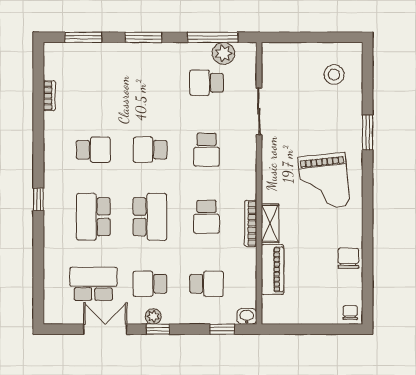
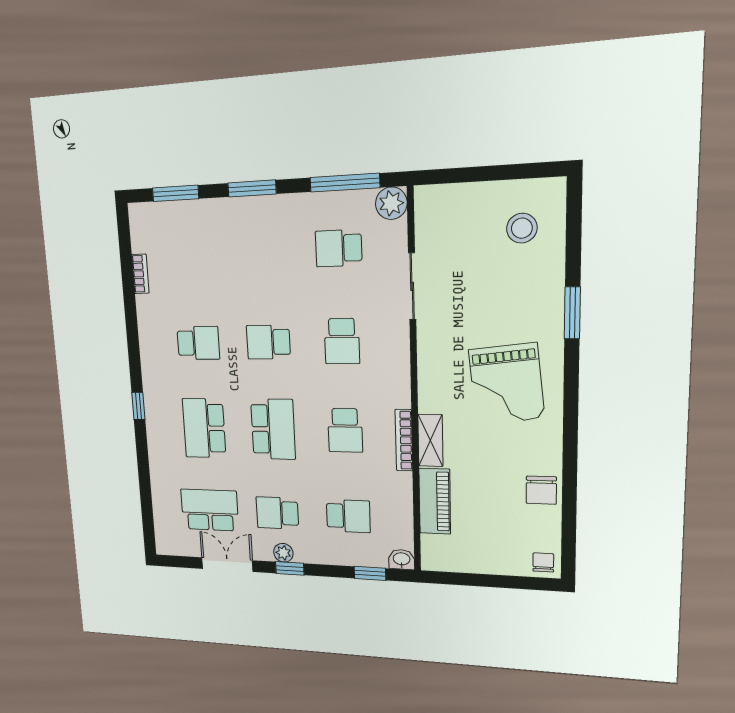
plant: (223, 53) -> (391, 203), moved
chair: (348, 258) -> (541, 490), turned 180

